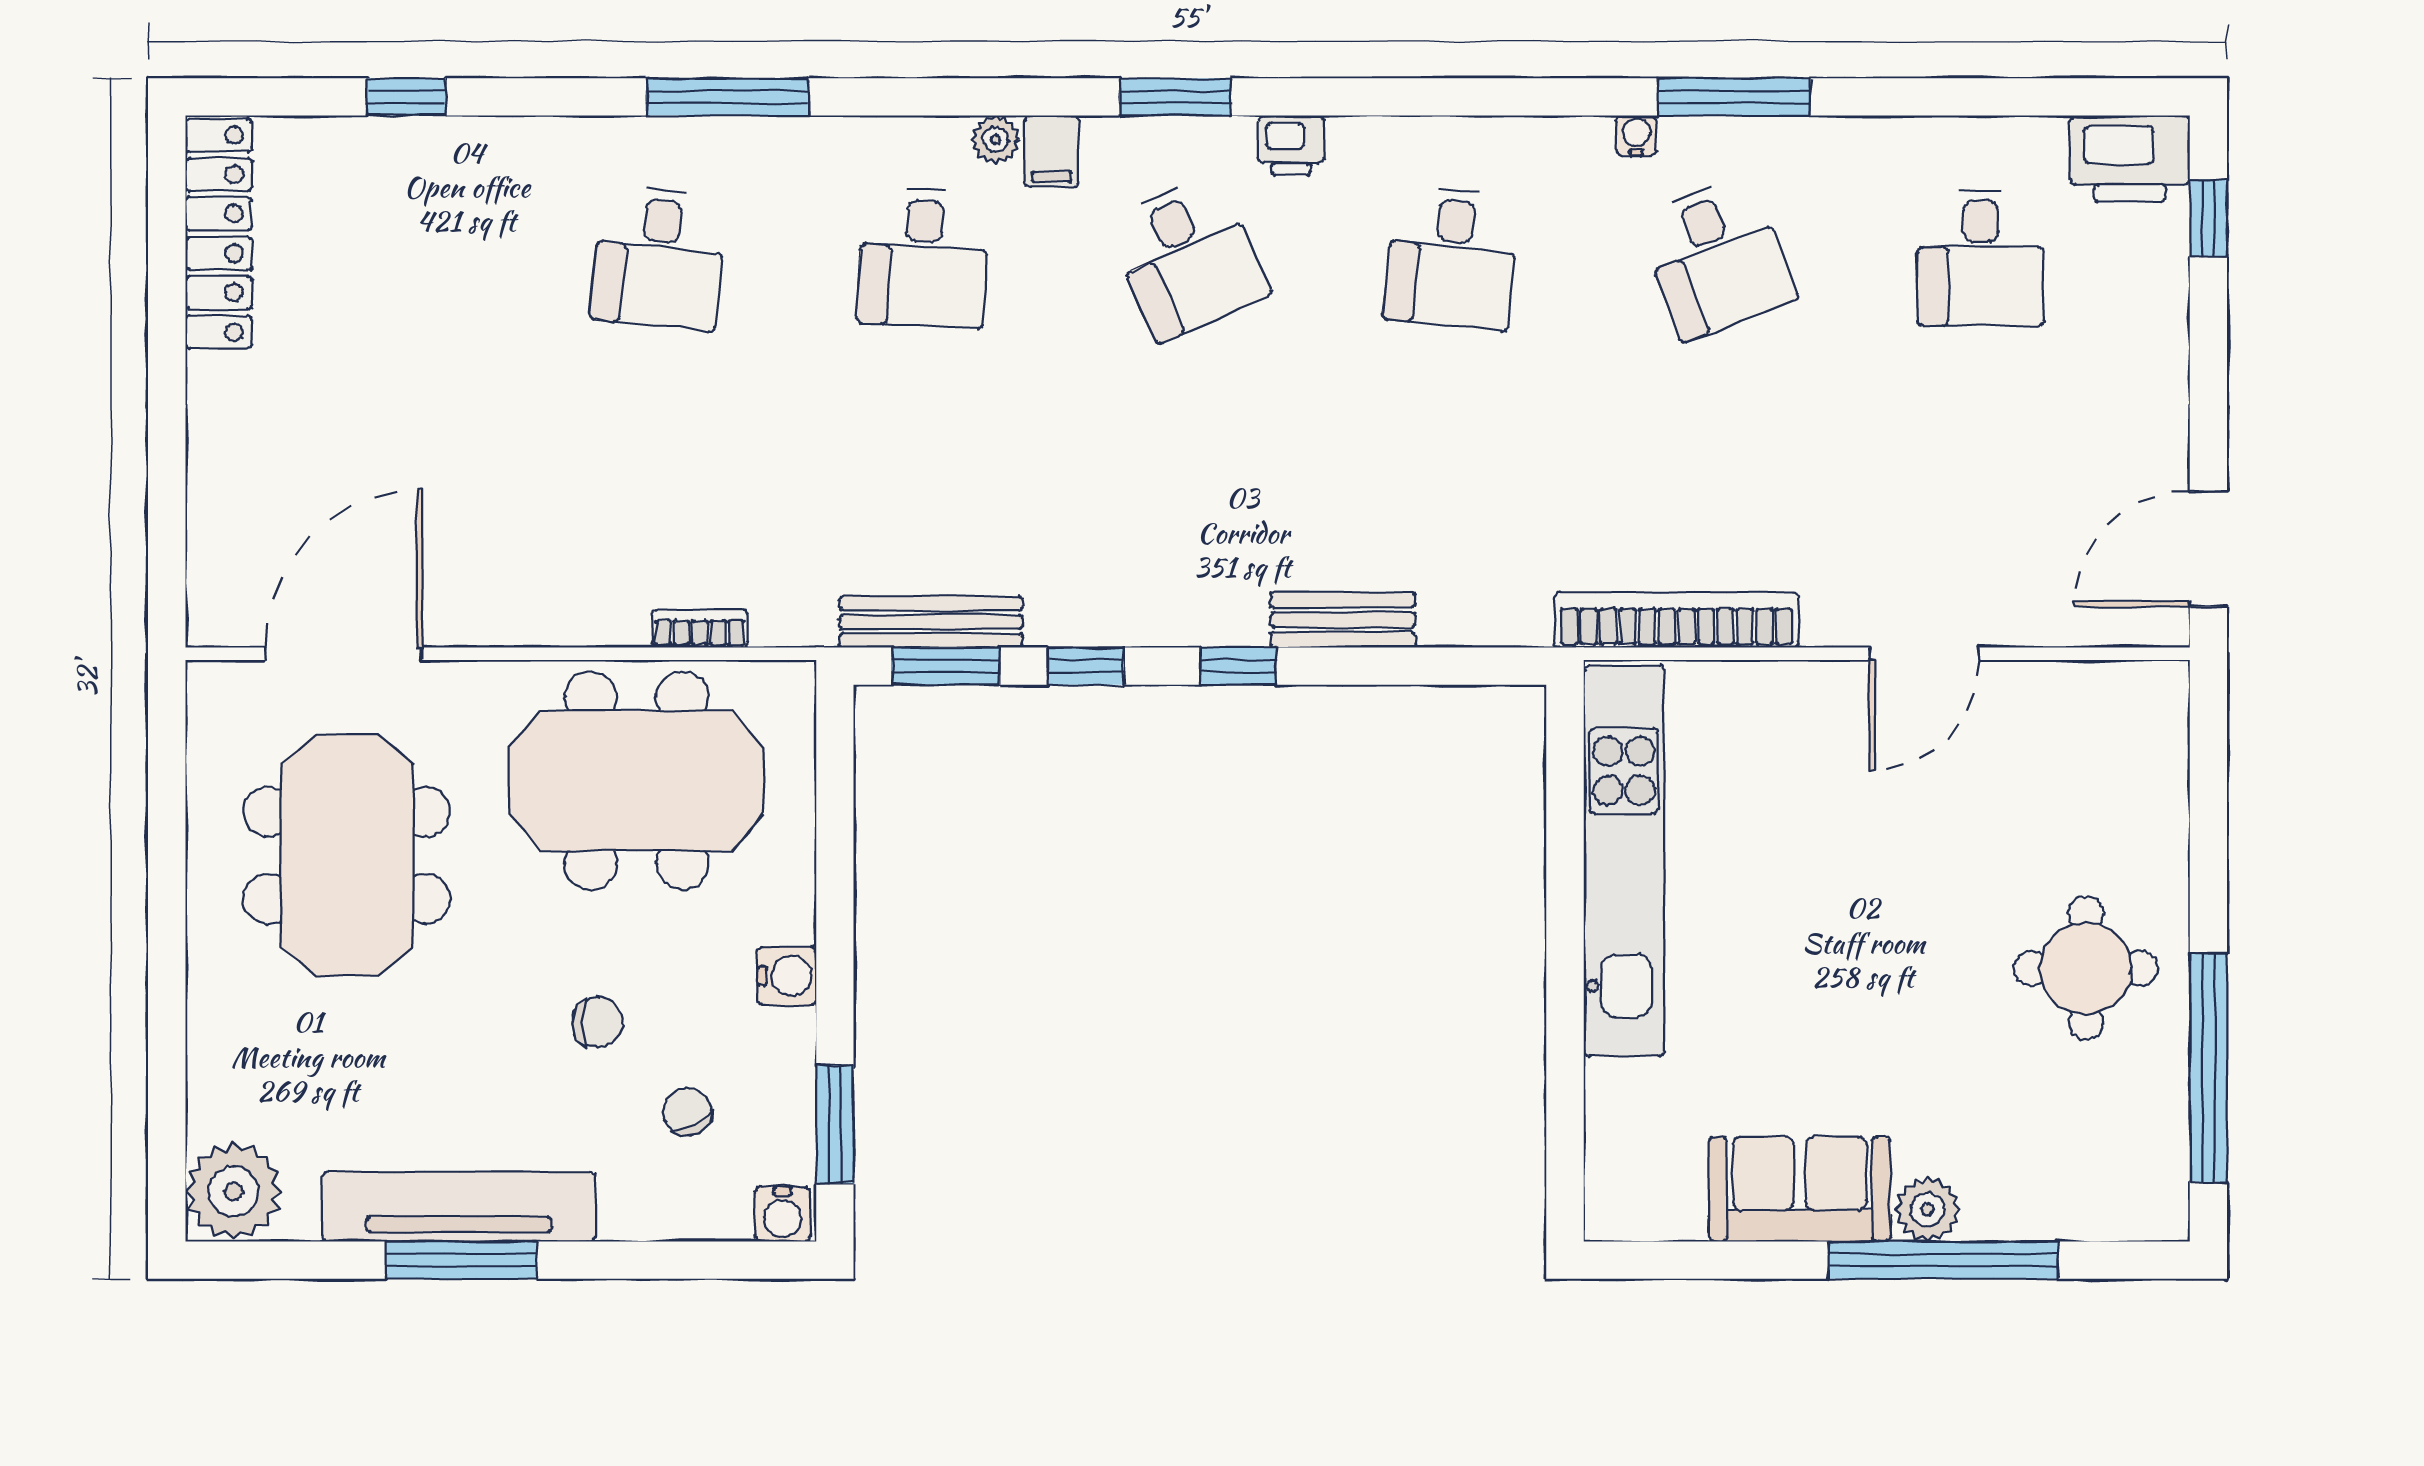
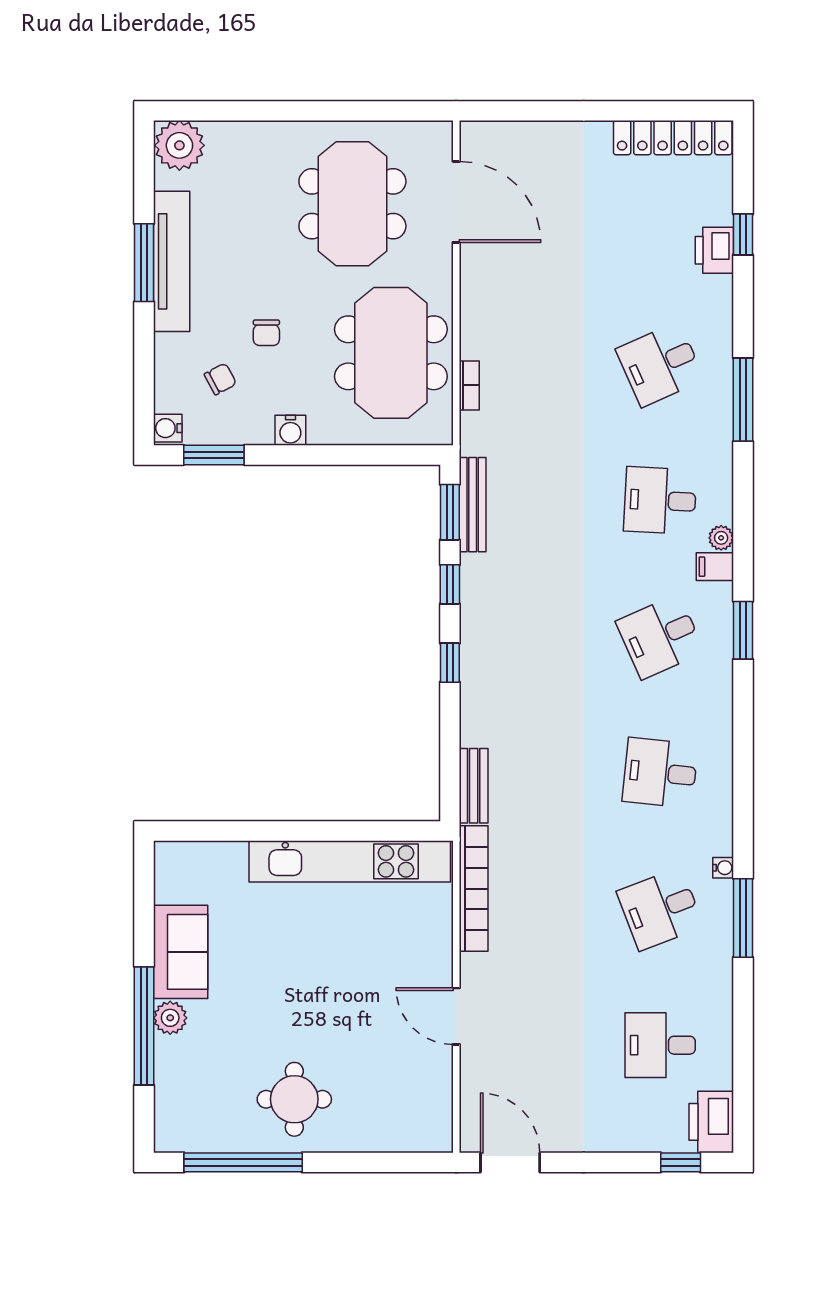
printer: (1291, 145) -> (714, 250), moved, width x1.36, depth x1.24
desk: (659, 258) -> (660, 364), turned -30
bench: (1343, 620) -> (474, 786), moved
meeting table: (347, 855) -> (352, 204), turned 90

